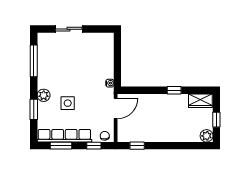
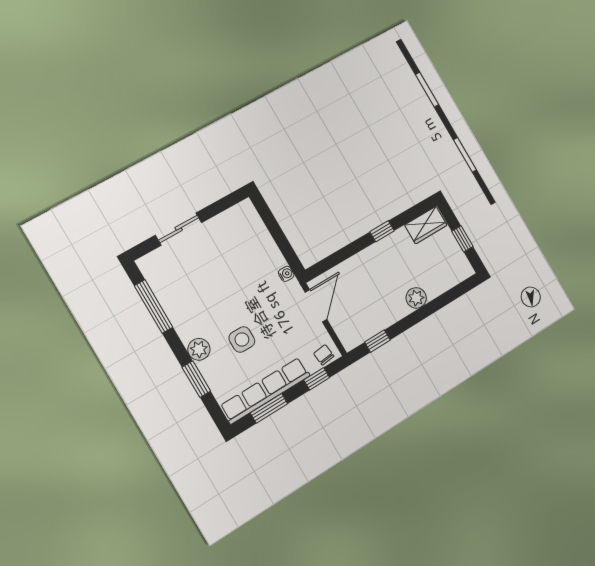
plant: (207, 136) -> (416, 298), moved

